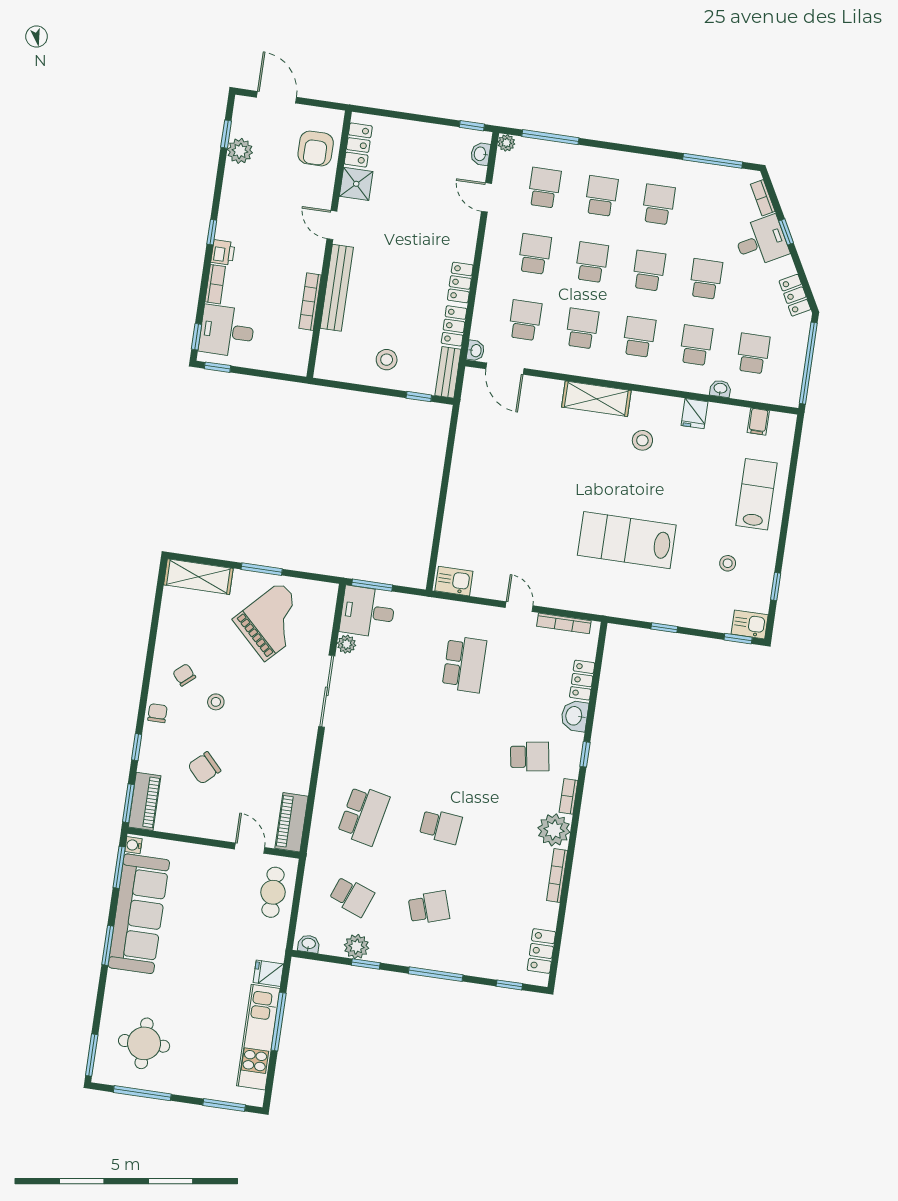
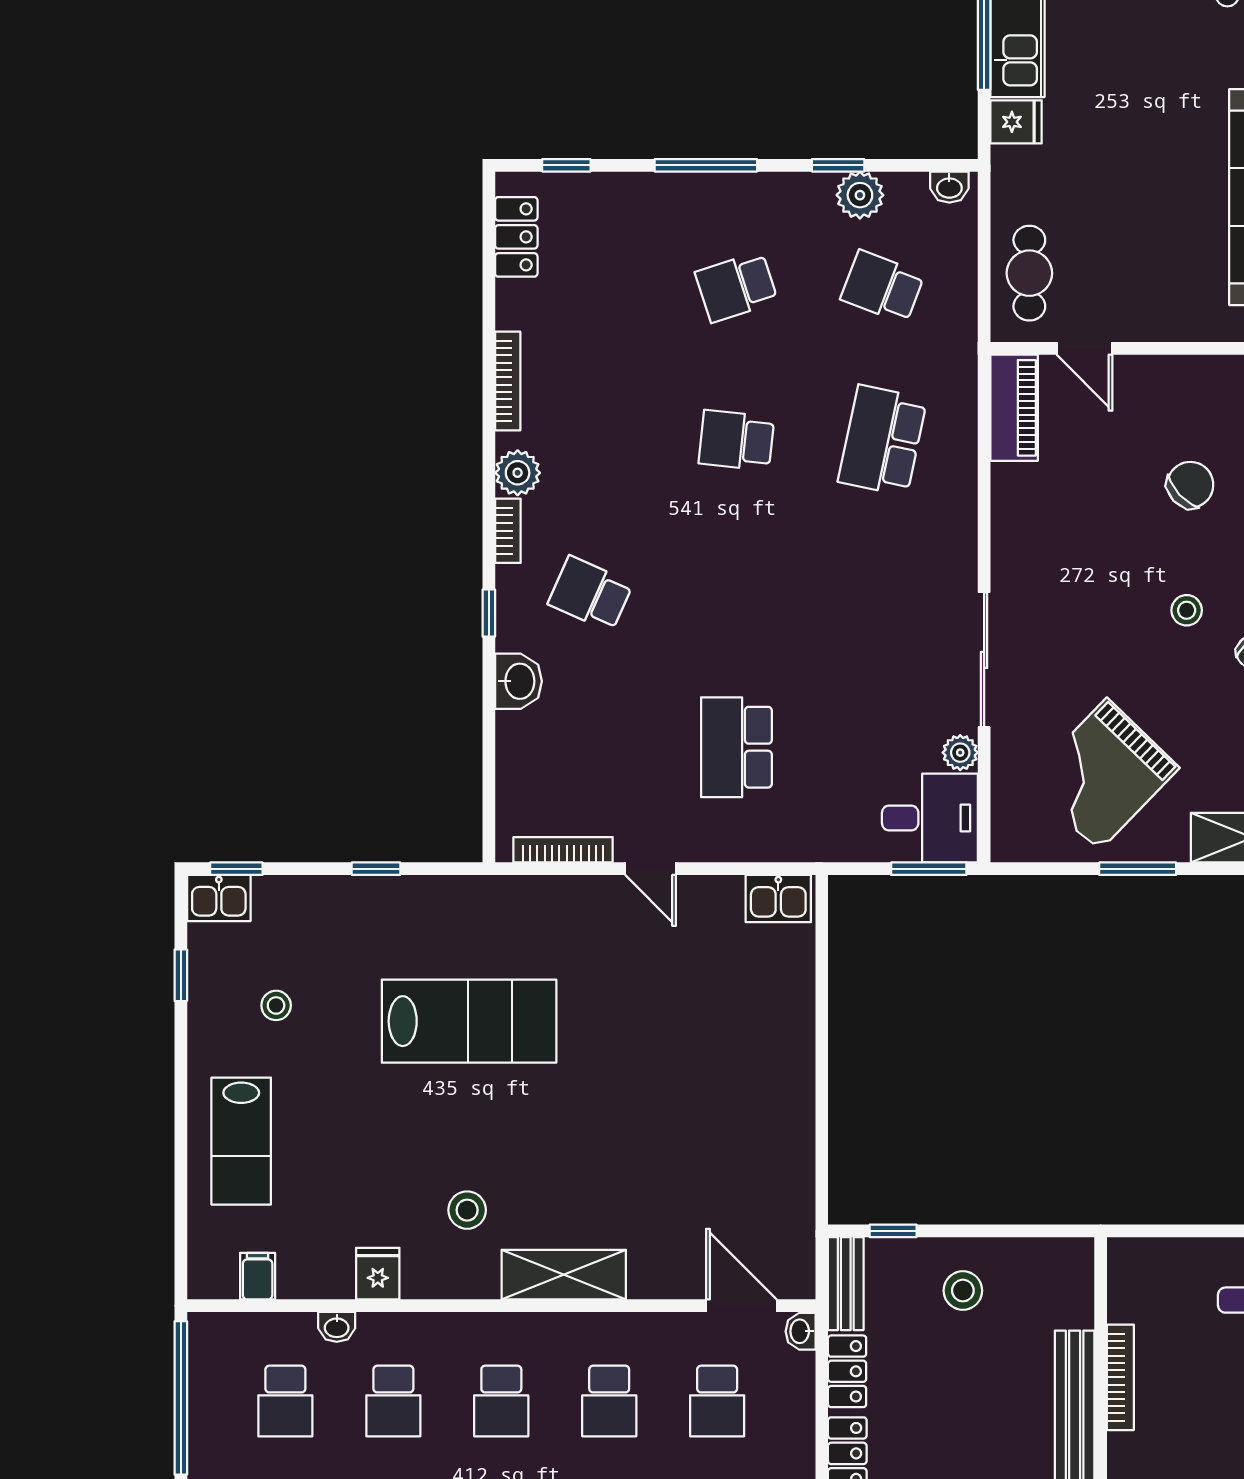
locker: (582, 680) -> (514, 750), removed
school desk: (530, 757) -> (590, 594), turned 33
plant: (554, 830) -> (518, 473), width x0.73, depth x0.73

